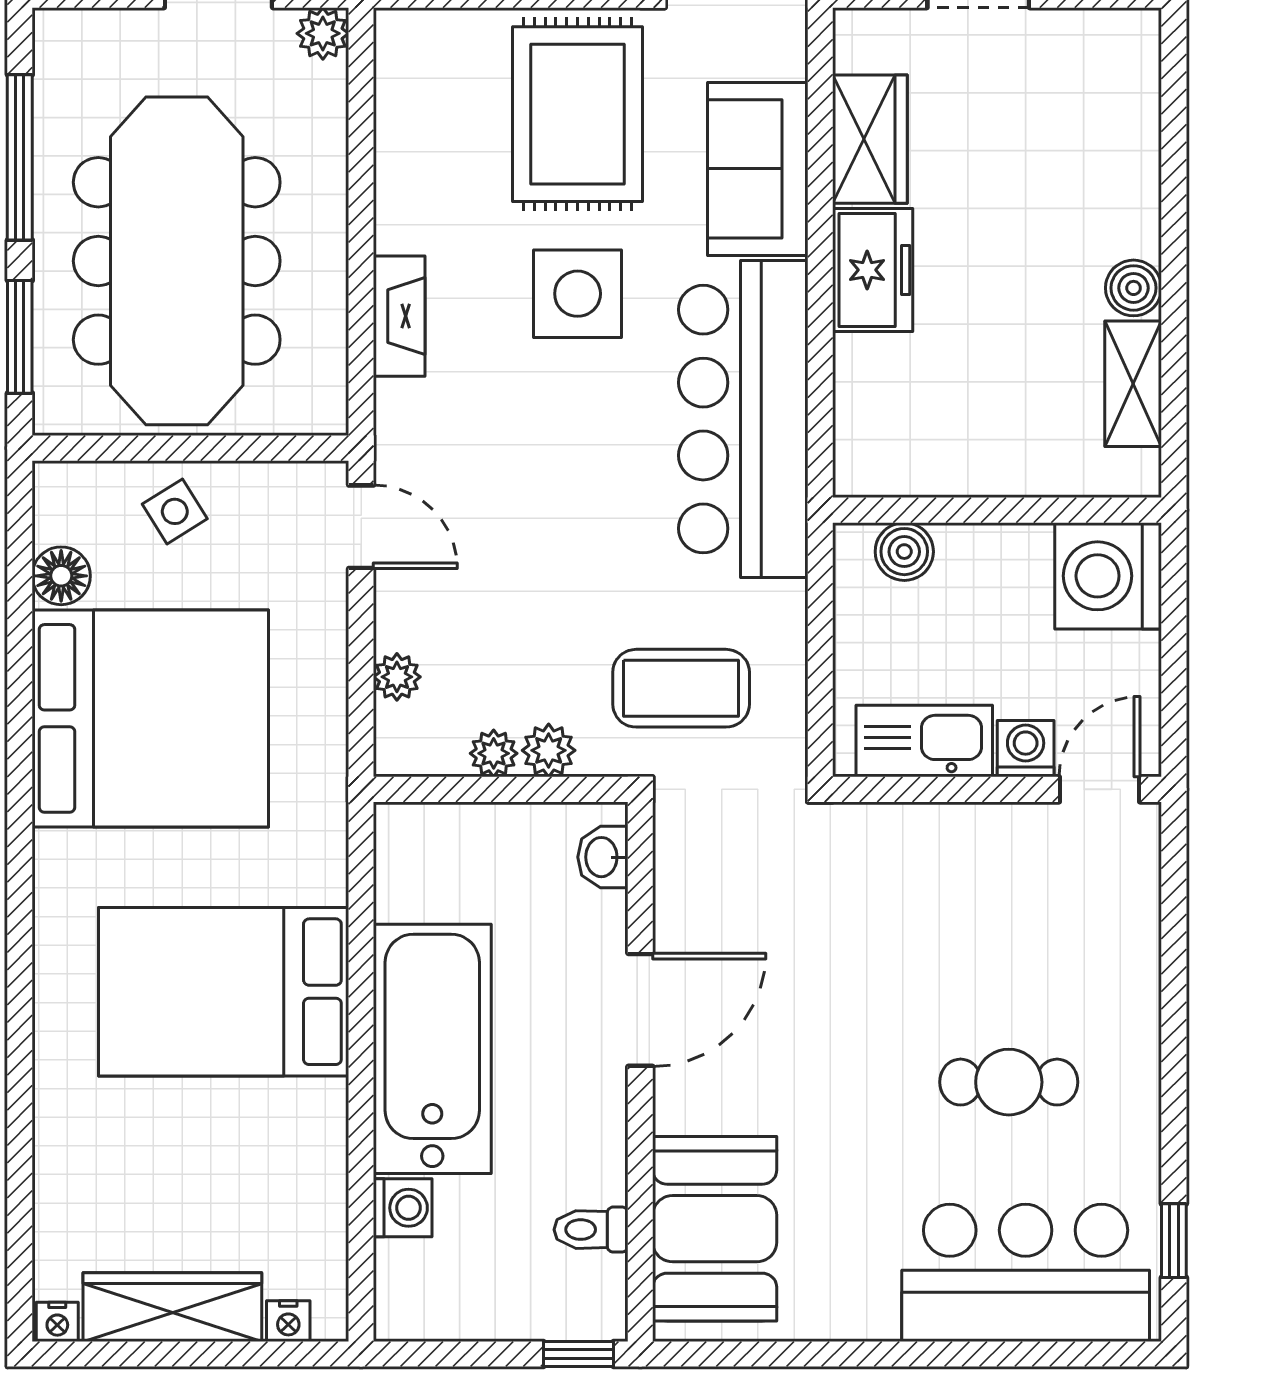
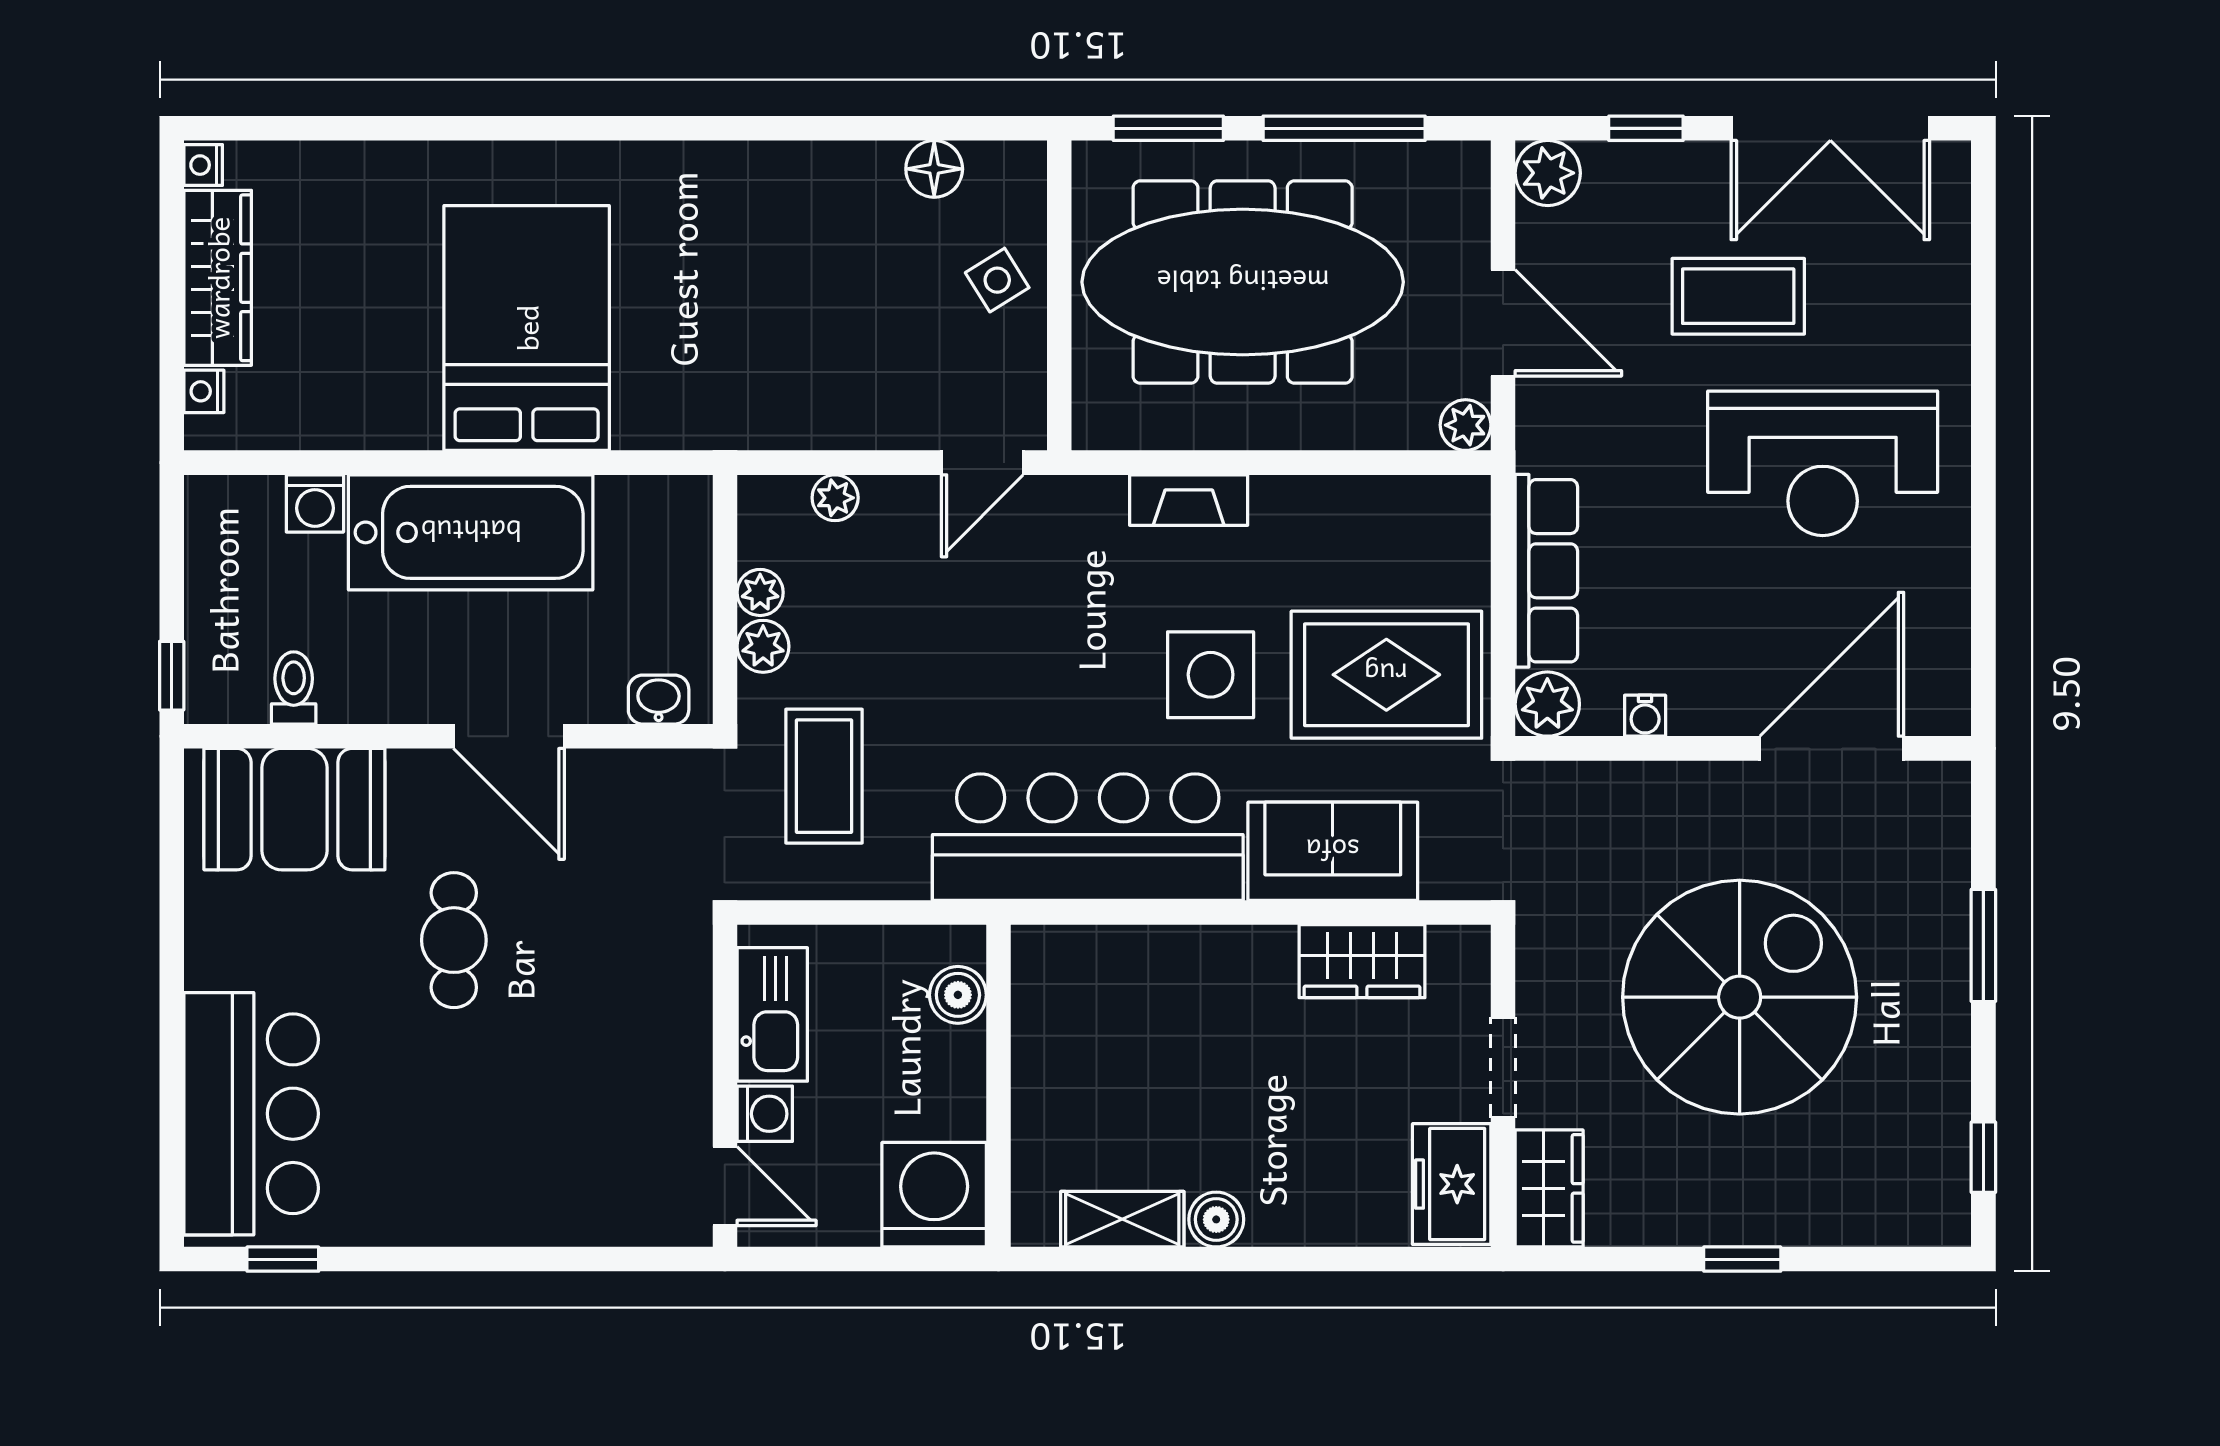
freezer: (873, 270) -> (1452, 1184), moved, turned 90
bed: (150, 718) -> (794, 256), removed
cafe table: (1009, 1082) -> (454, 940), moved

